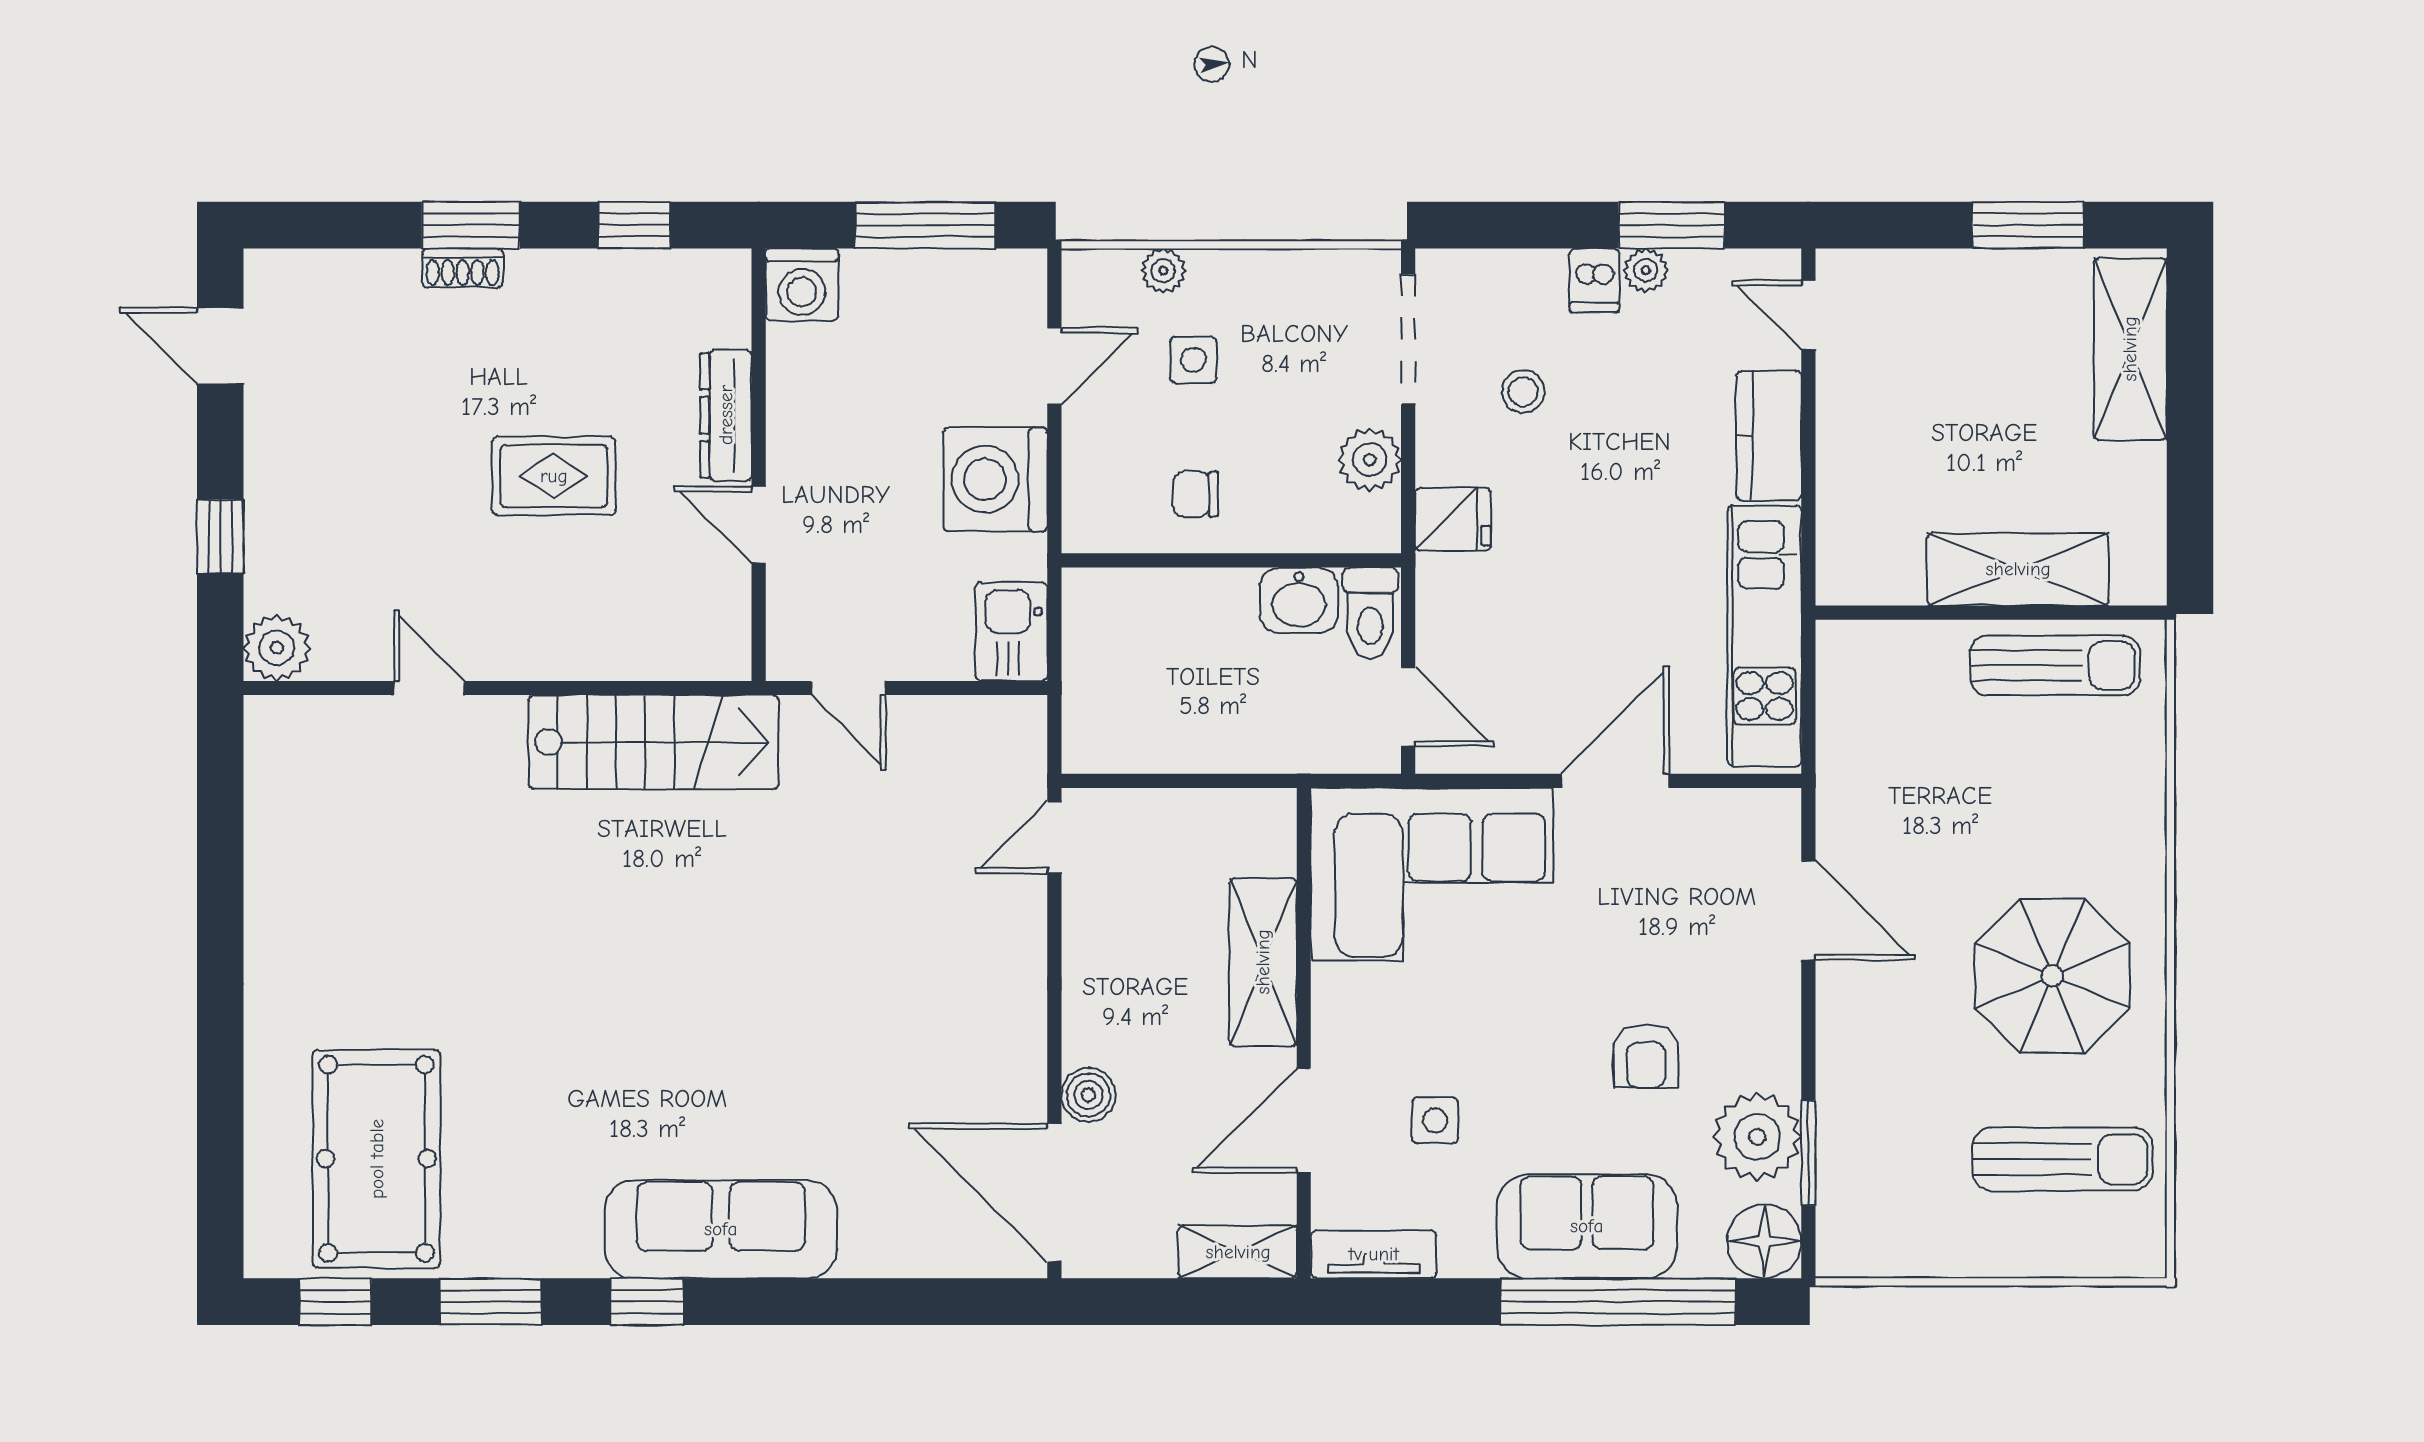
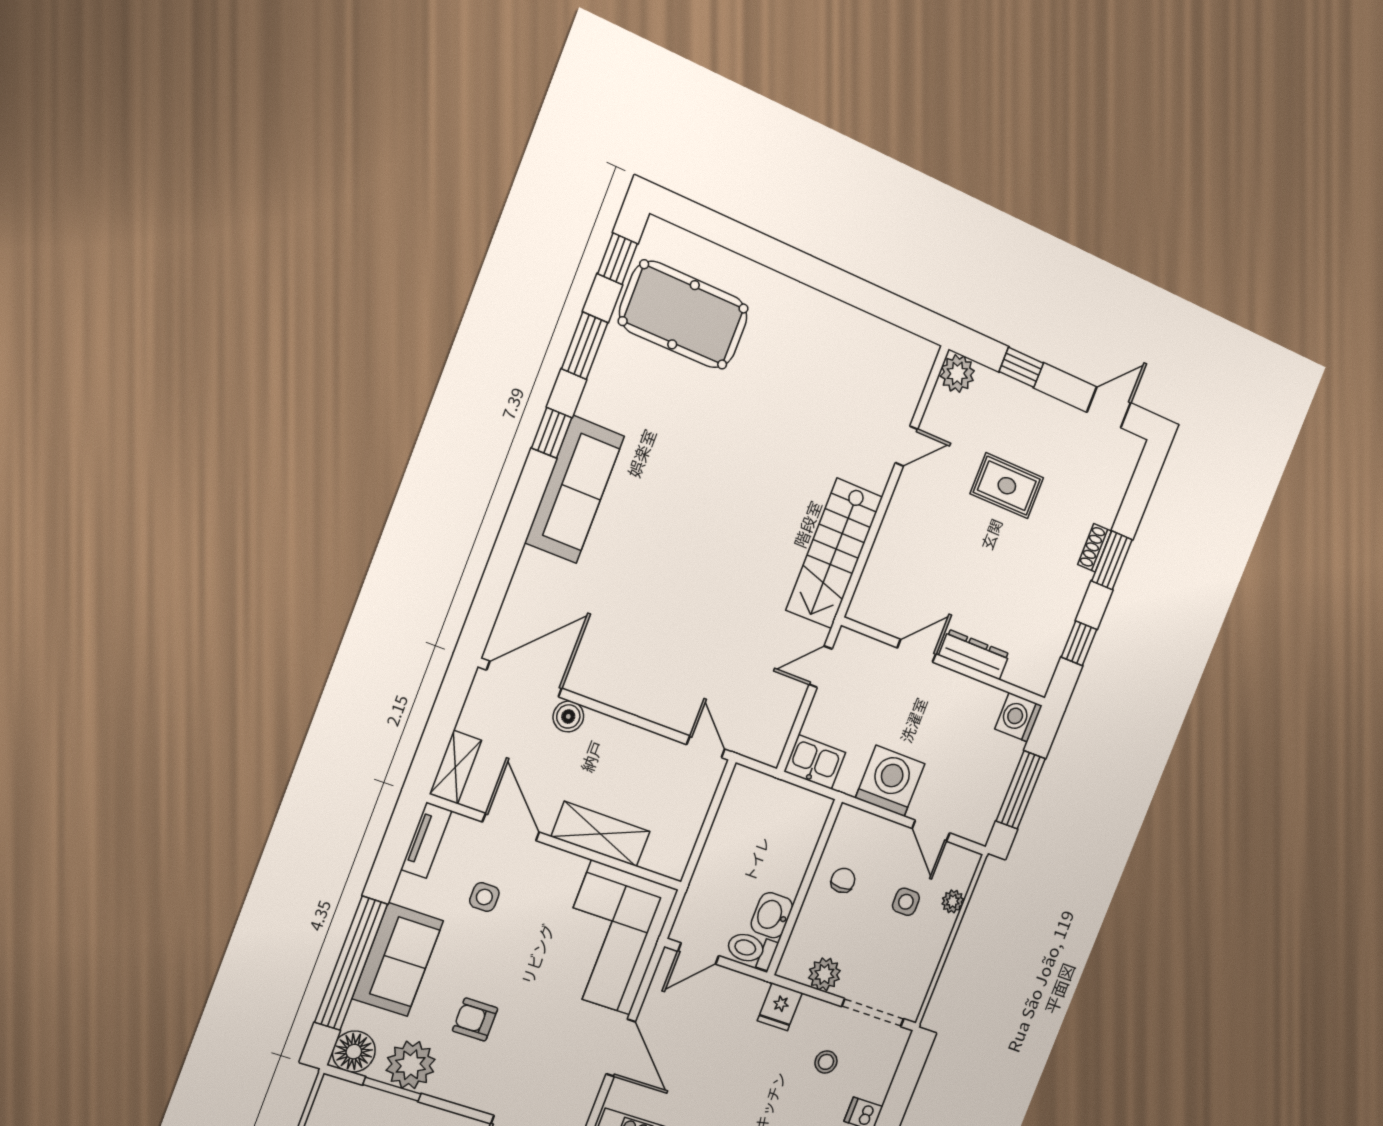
rug: (554, 476) -> (1007, 486), moved, turned 90

